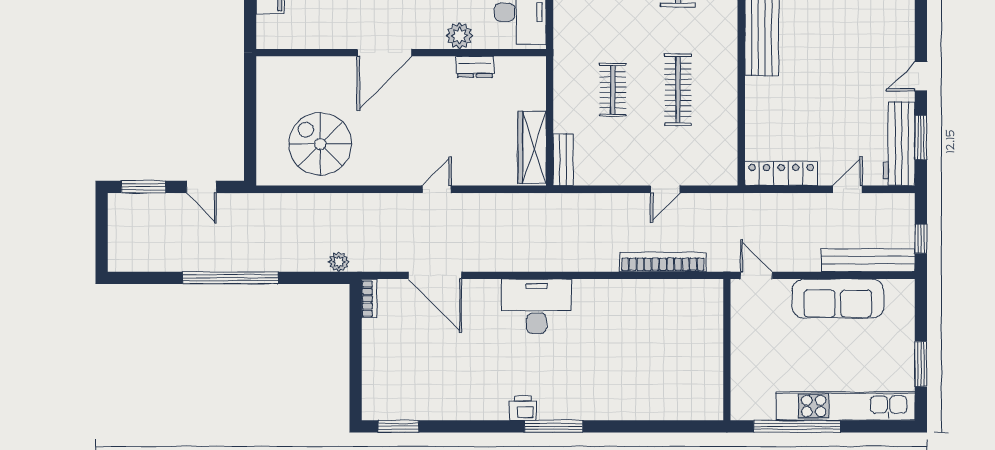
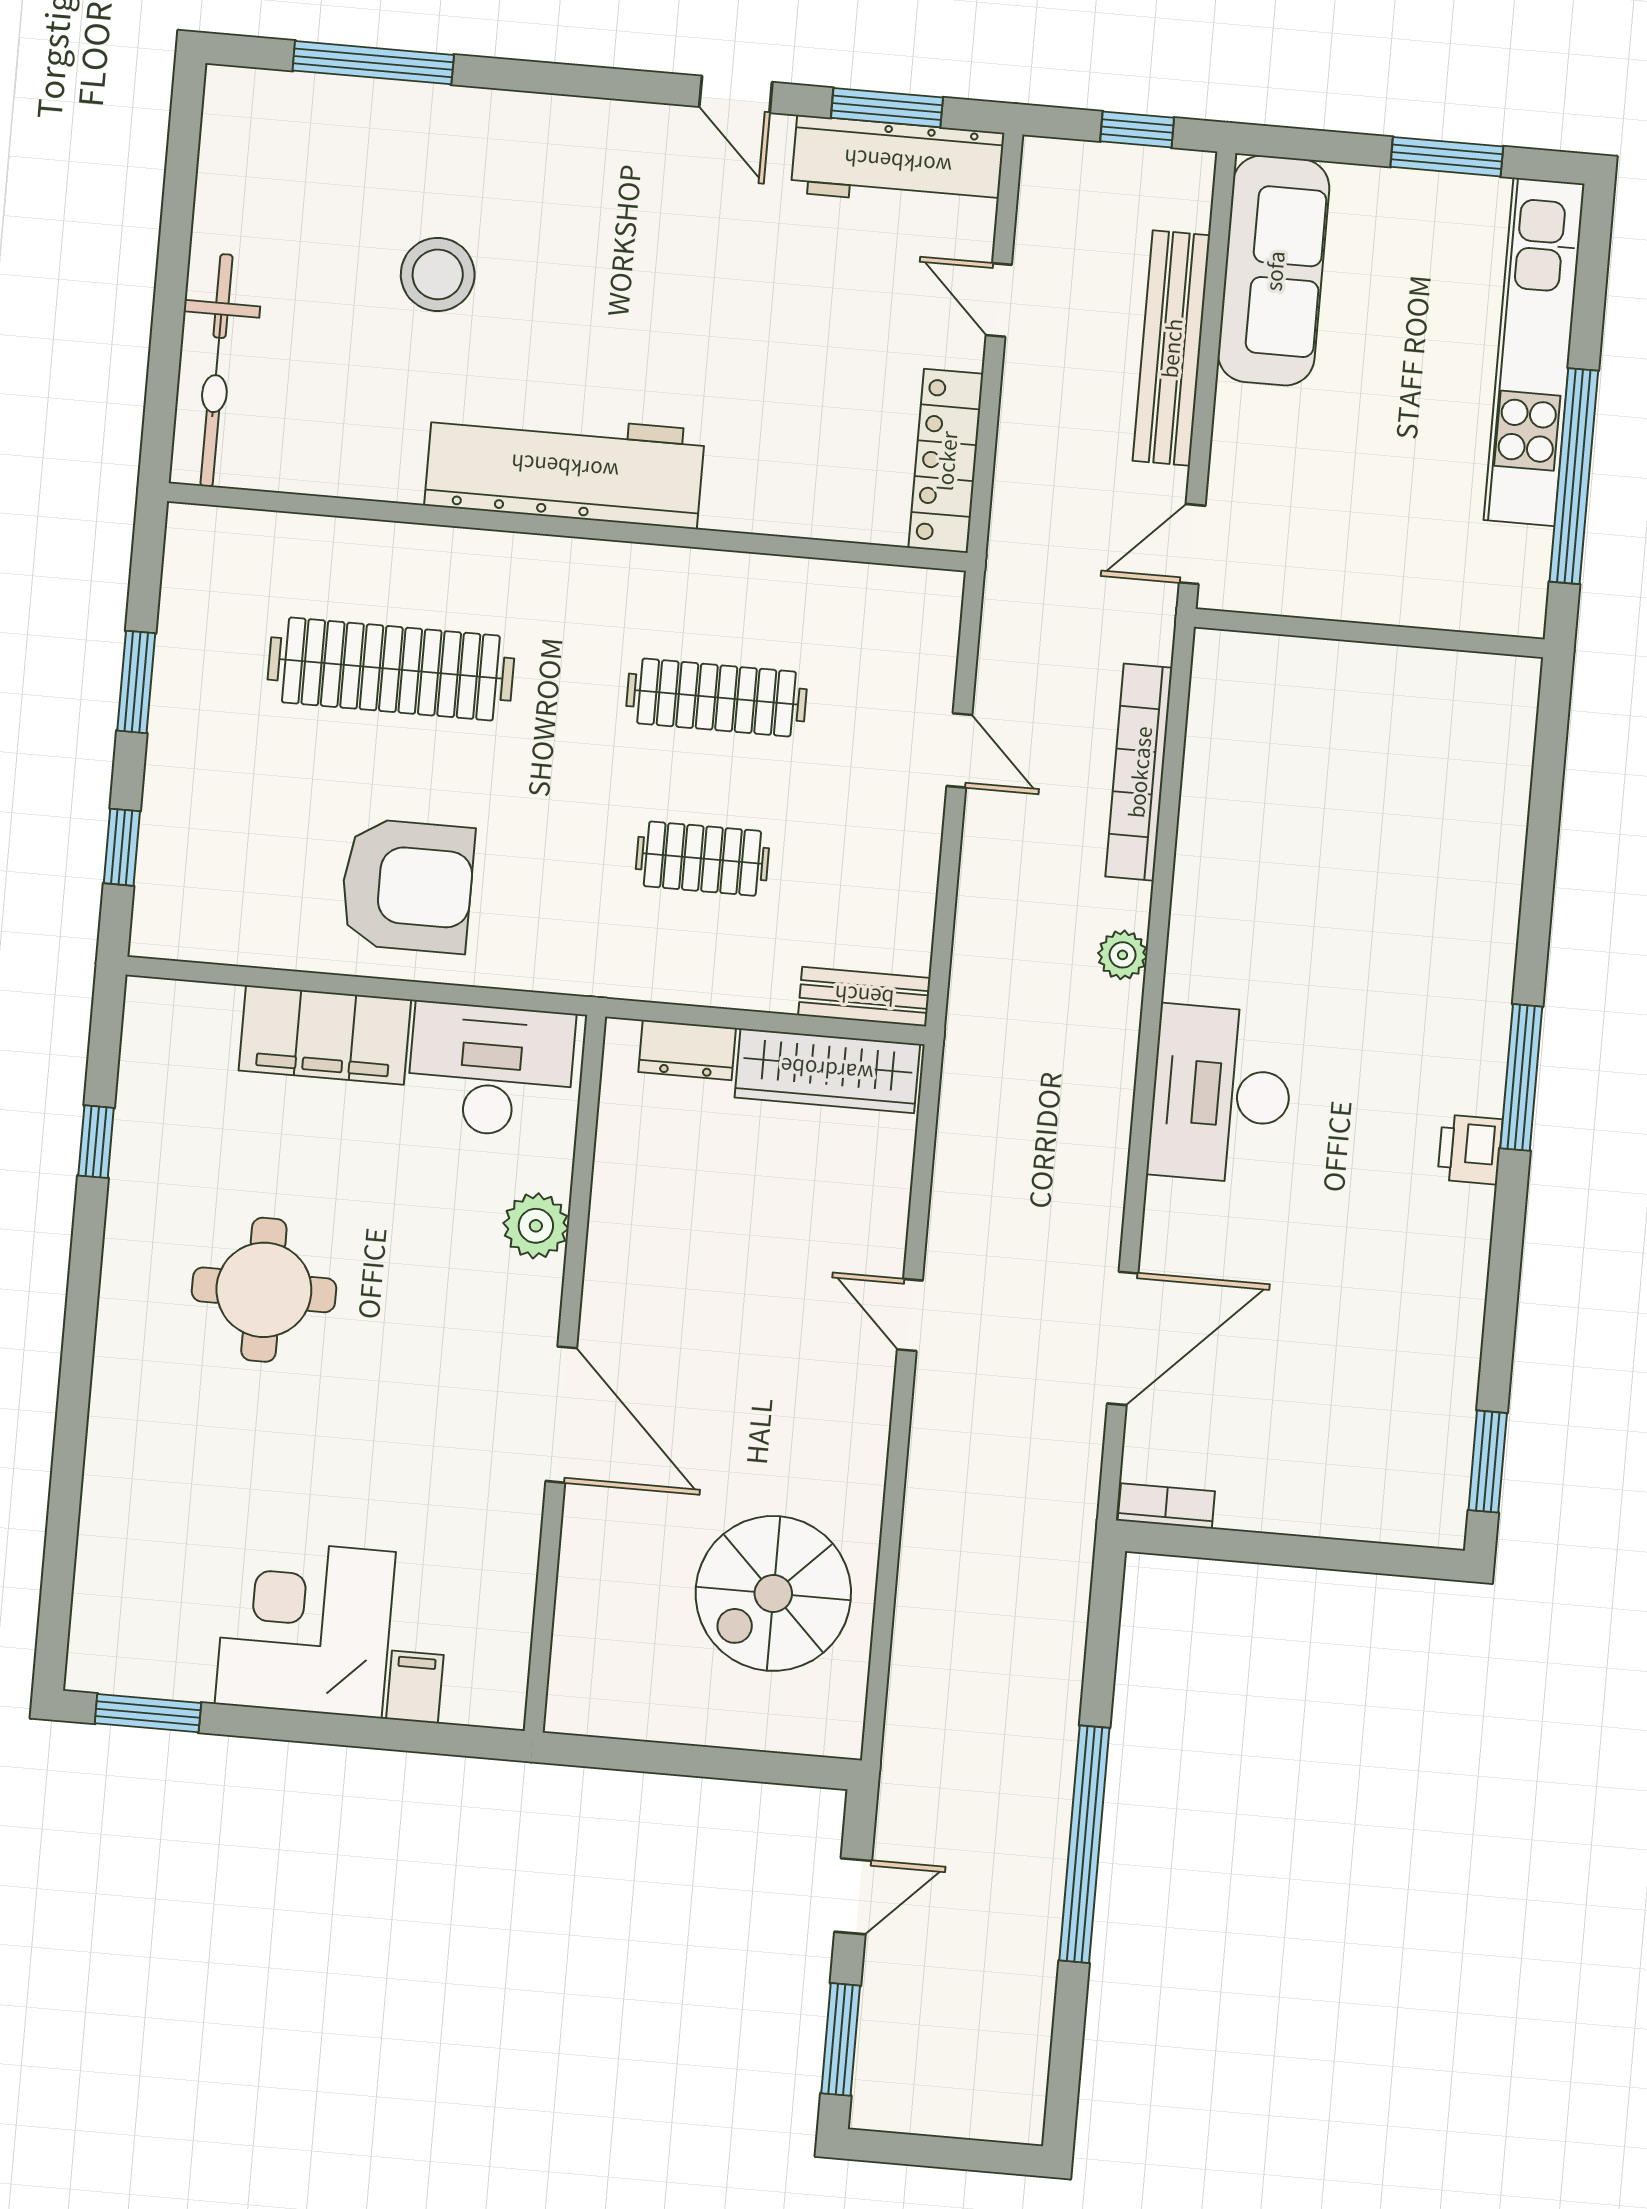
dresser: (475, 67) -> (687, 1050), moved, turned 90
bench: (868, 260) -> (1171, 348), moved
plant: (339, 262) -> (1123, 955), moved
sofa: (838, 298) -> (1274, 271), moved

